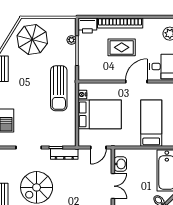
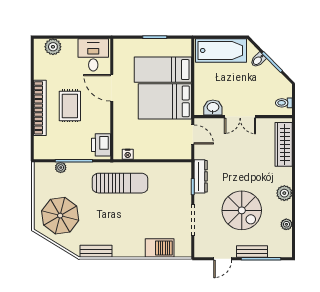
printer: (87, 25) -> (101, 145), moved, turned 180
bed: (100, 114) -> (165, 101), moved, turned -90
double door: (113, 186) -> (240, 117), swing flipped

